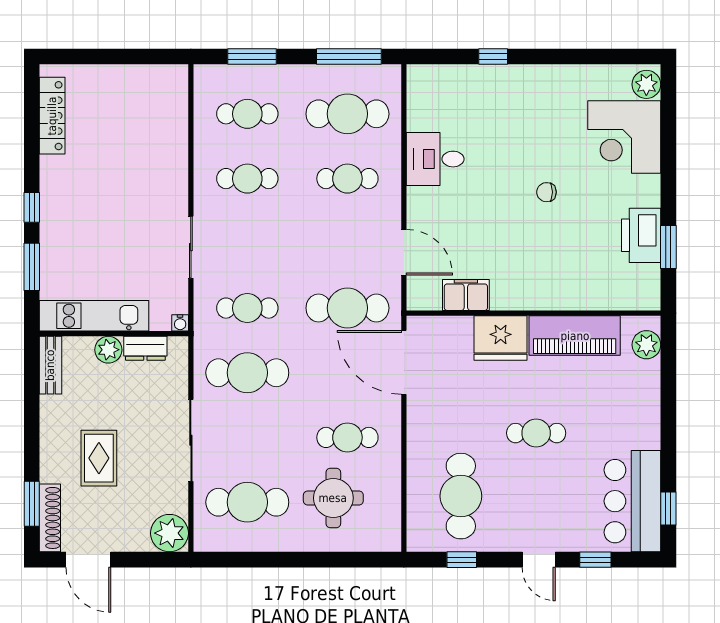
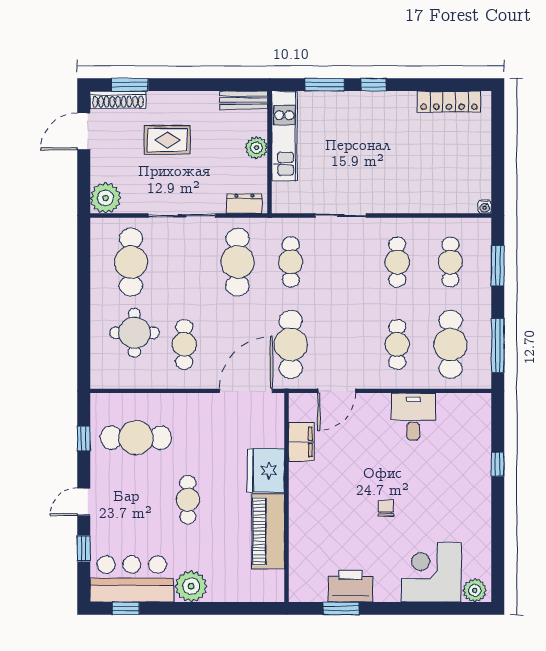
water cooler: (180, 323) -> (485, 207), moved, turned -90
plant: (646, 345) -> (191, 586), moved, width x1.36, depth x1.36
dresser: (145, 348) -> (244, 204), moved, turned 90

